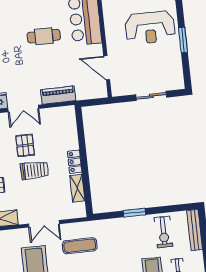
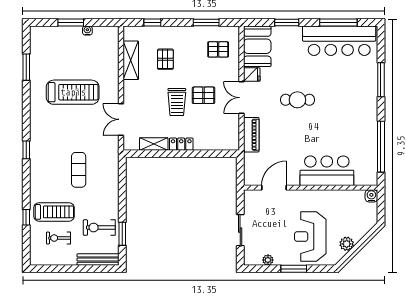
cafe table: (44, 36) -> (297, 100), moved, turned 90
plant: (177, 66) -> (268, 260), added
window: (134, 213) -> (122, 234), moved
double door: (44, 224) -> (121, 119), moved
exercise mat: (80, 246) -> (79, 170), moved

